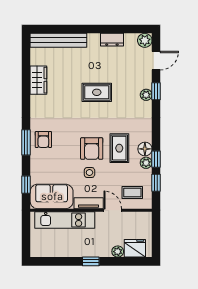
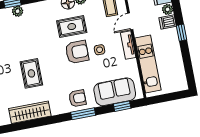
wardrobe: (38, 80) -> (30, 112), width x1.50
rug: (97, 92) -> (31, 73), moved
sofa: (52, 196) -> (115, 92), moved, turned 90
dishwasher: (105, 249) -> (168, 22), added

